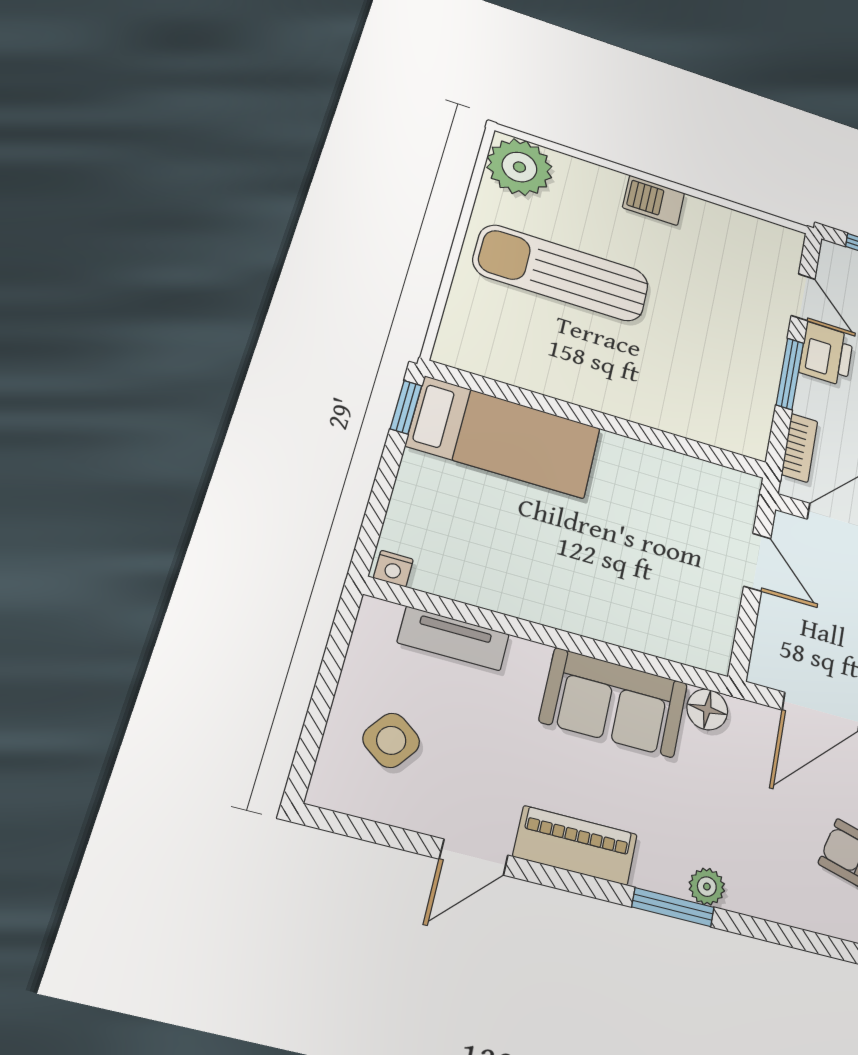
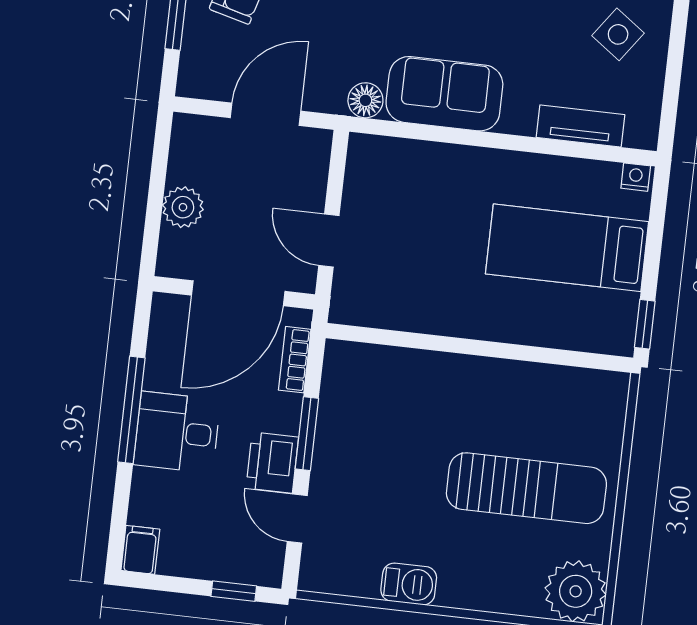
barbecue: (654, 200) -> (409, 584), moved
bed: (504, 437) -> (567, 248), moved

